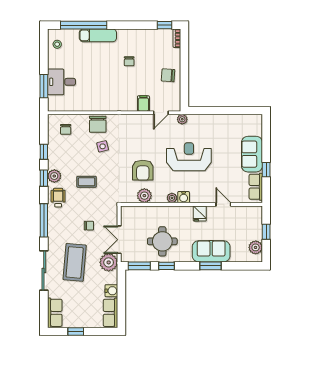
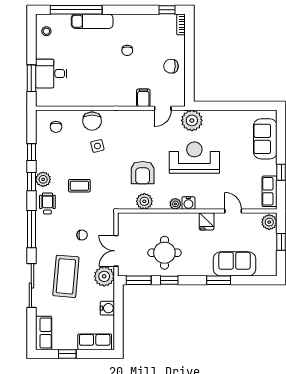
plant: (182, 119) -> (192, 120), width x1.87, depth x1.87
sofa: (252, 154) -> (265, 139), moved
plant: (256, 247) -> (269, 222), moved
sofa: (211, 251) -> (235, 264), moved
row of seats: (110, 313) -> (95, 342), moved, turned 90

